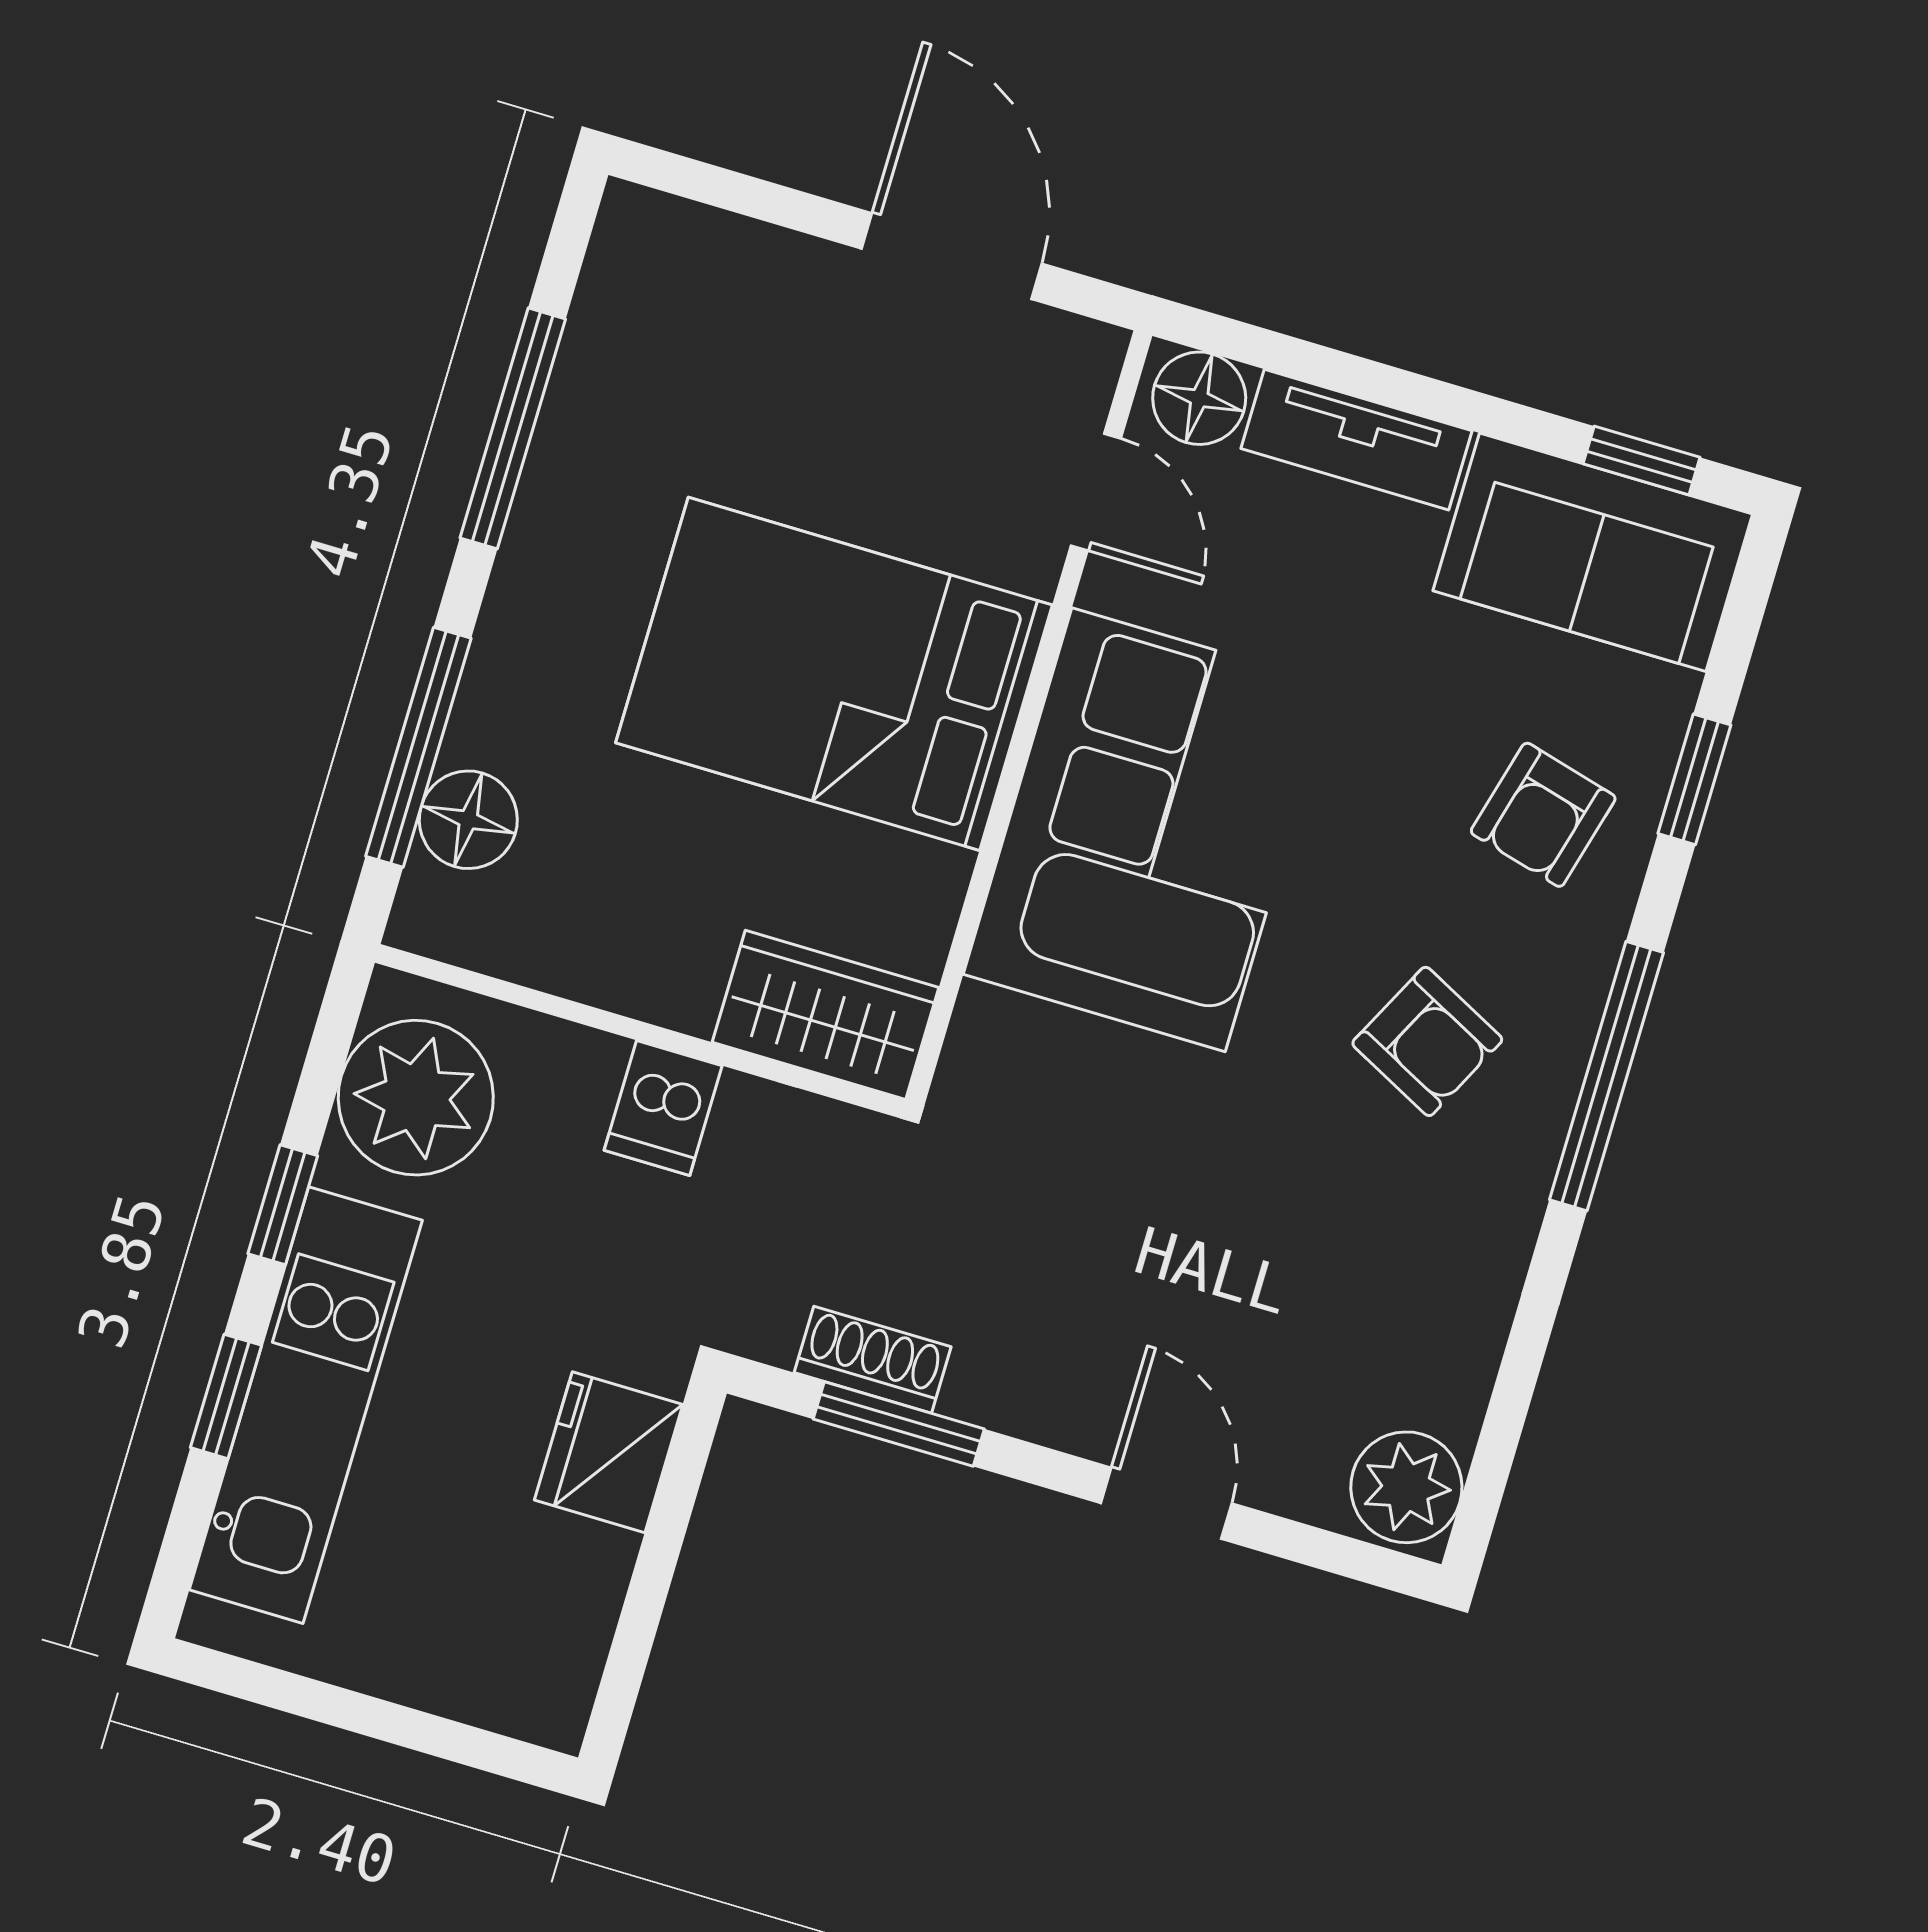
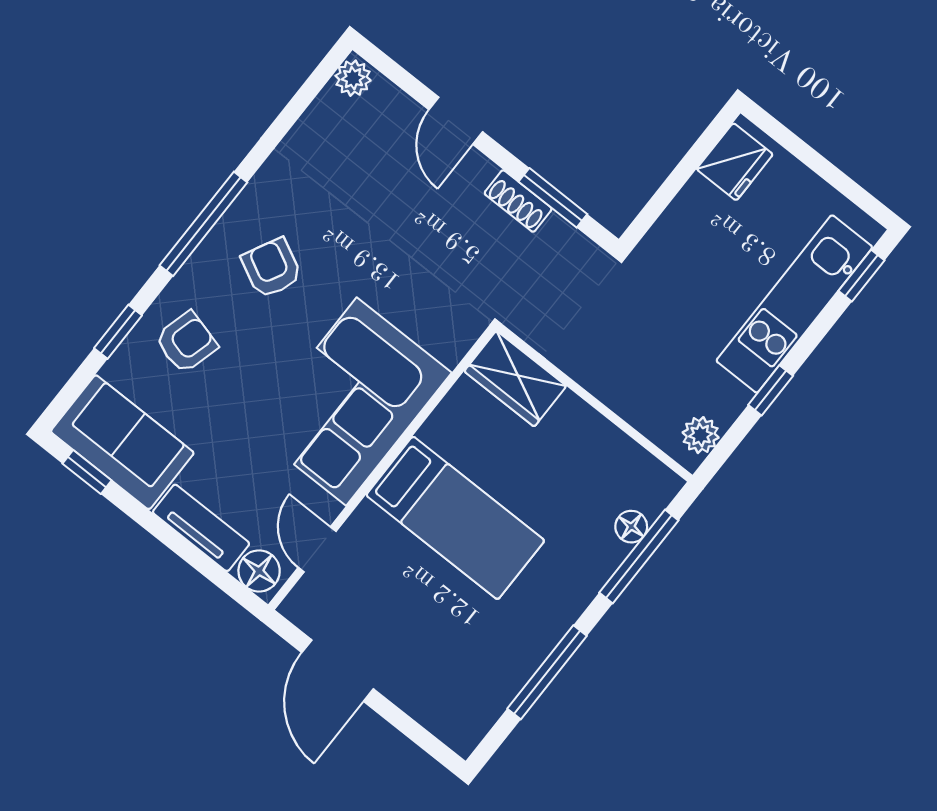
bed: (834, 674) -> (455, 518), width x0.67
floor lamp: (468, 820) -> (631, 527), width x0.73, depth x0.73
plant: (416, 1098) -> (701, 435), width x0.53, depth x0.53
dishwasher: (663, 1108) -> (598, 367), removed
shoe rack: (873, 1360) -> (518, 201), moved
window: (226, 1396) -> (862, 276), moved
fridge: (609, 1452) -> (735, 162), moved
plant: (1406, 1487) -> (353, 78), width x0.73, depth x0.73

